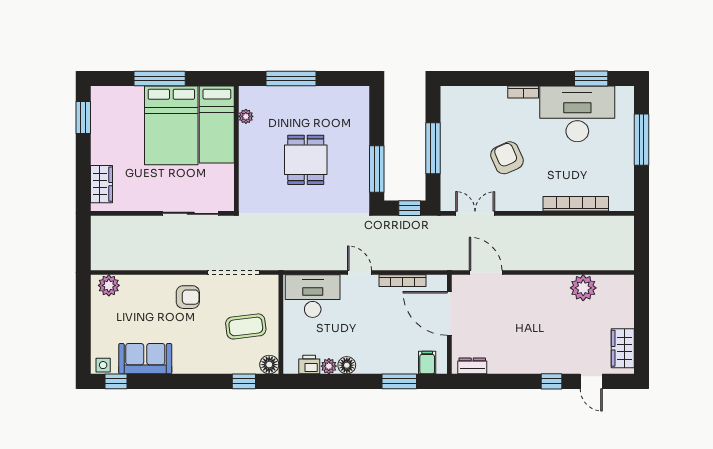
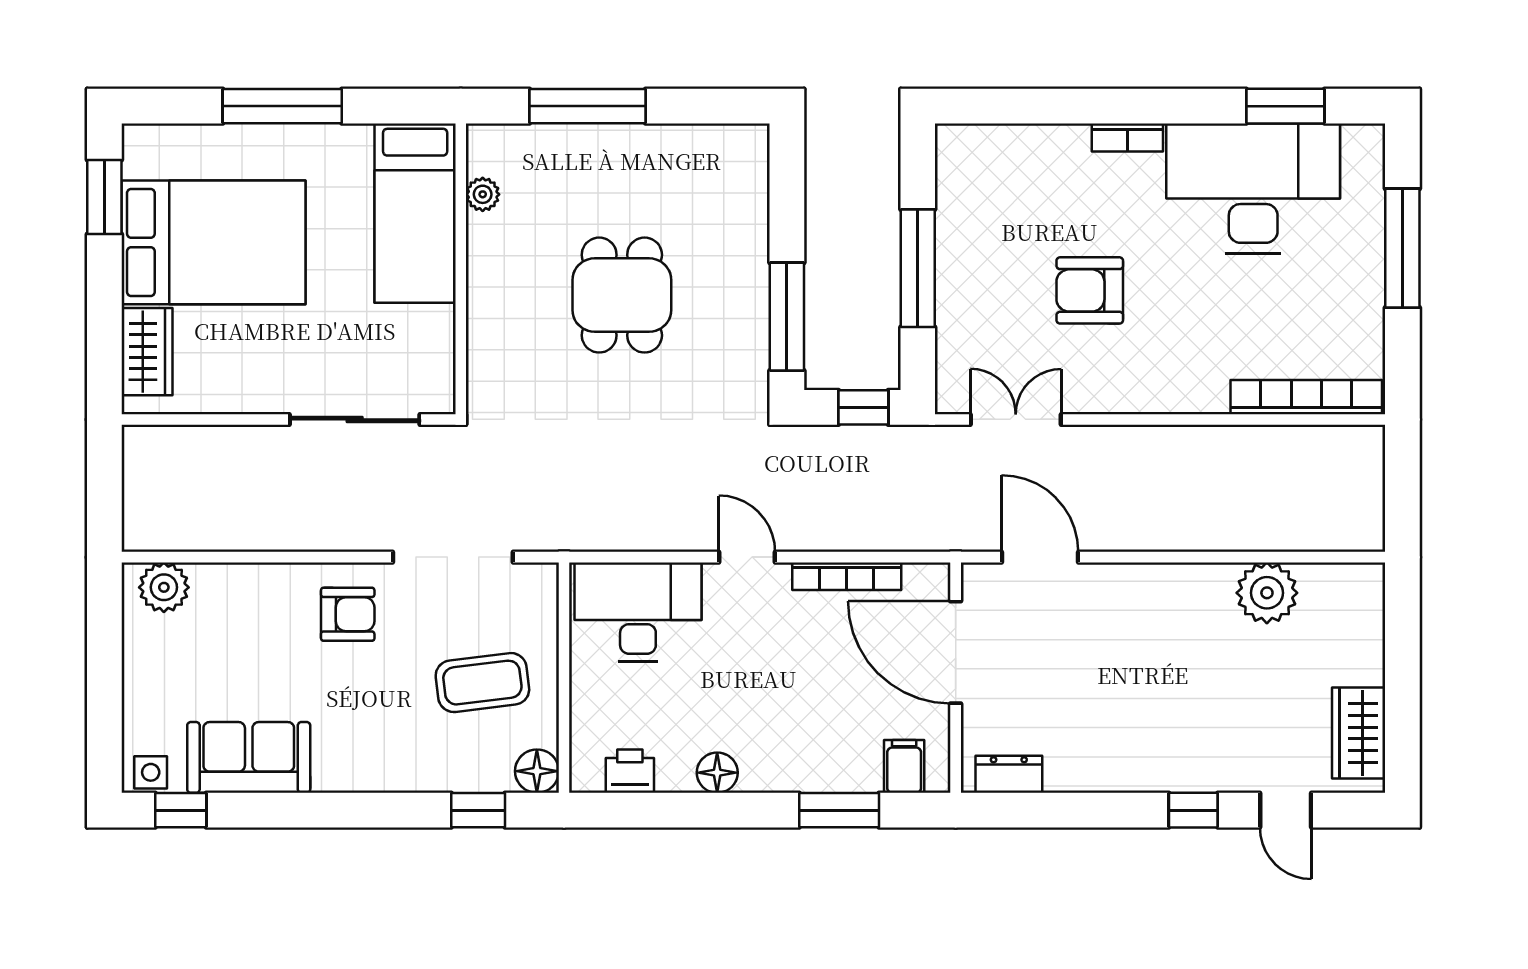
bed: (171, 125) -> (213, 242), moved, turned -90
armchair: (507, 158) -> (1090, 290), turned -66
bookcase: (576, 204) -> (1306, 397), moved
plant: (329, 366) -> (675, 775), removed

